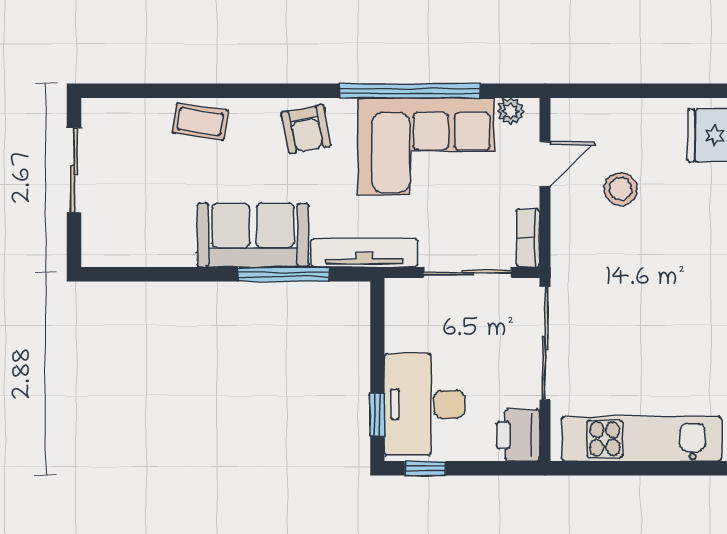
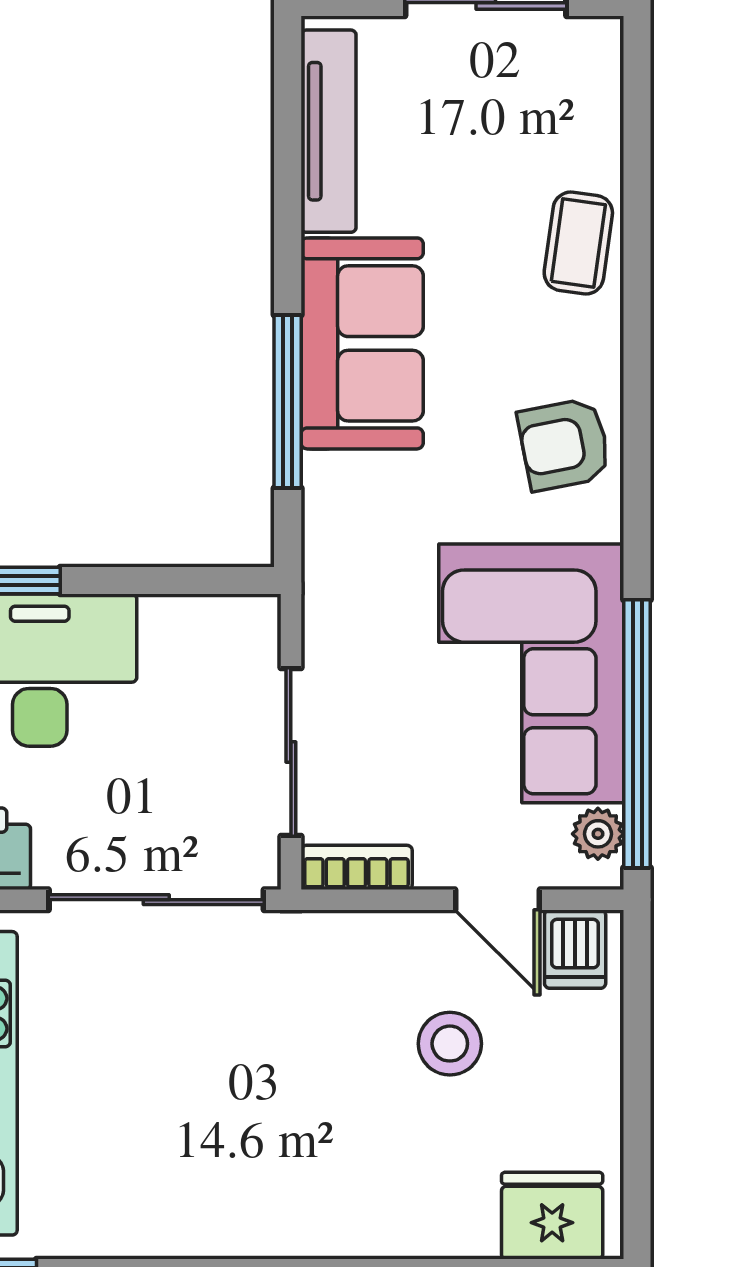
window: (410, 91) -> (637, 734), moved
dishwasher: (571, 123) -> (575, 949), added
tv unit: (364, 253) -> (328, 131), moved

